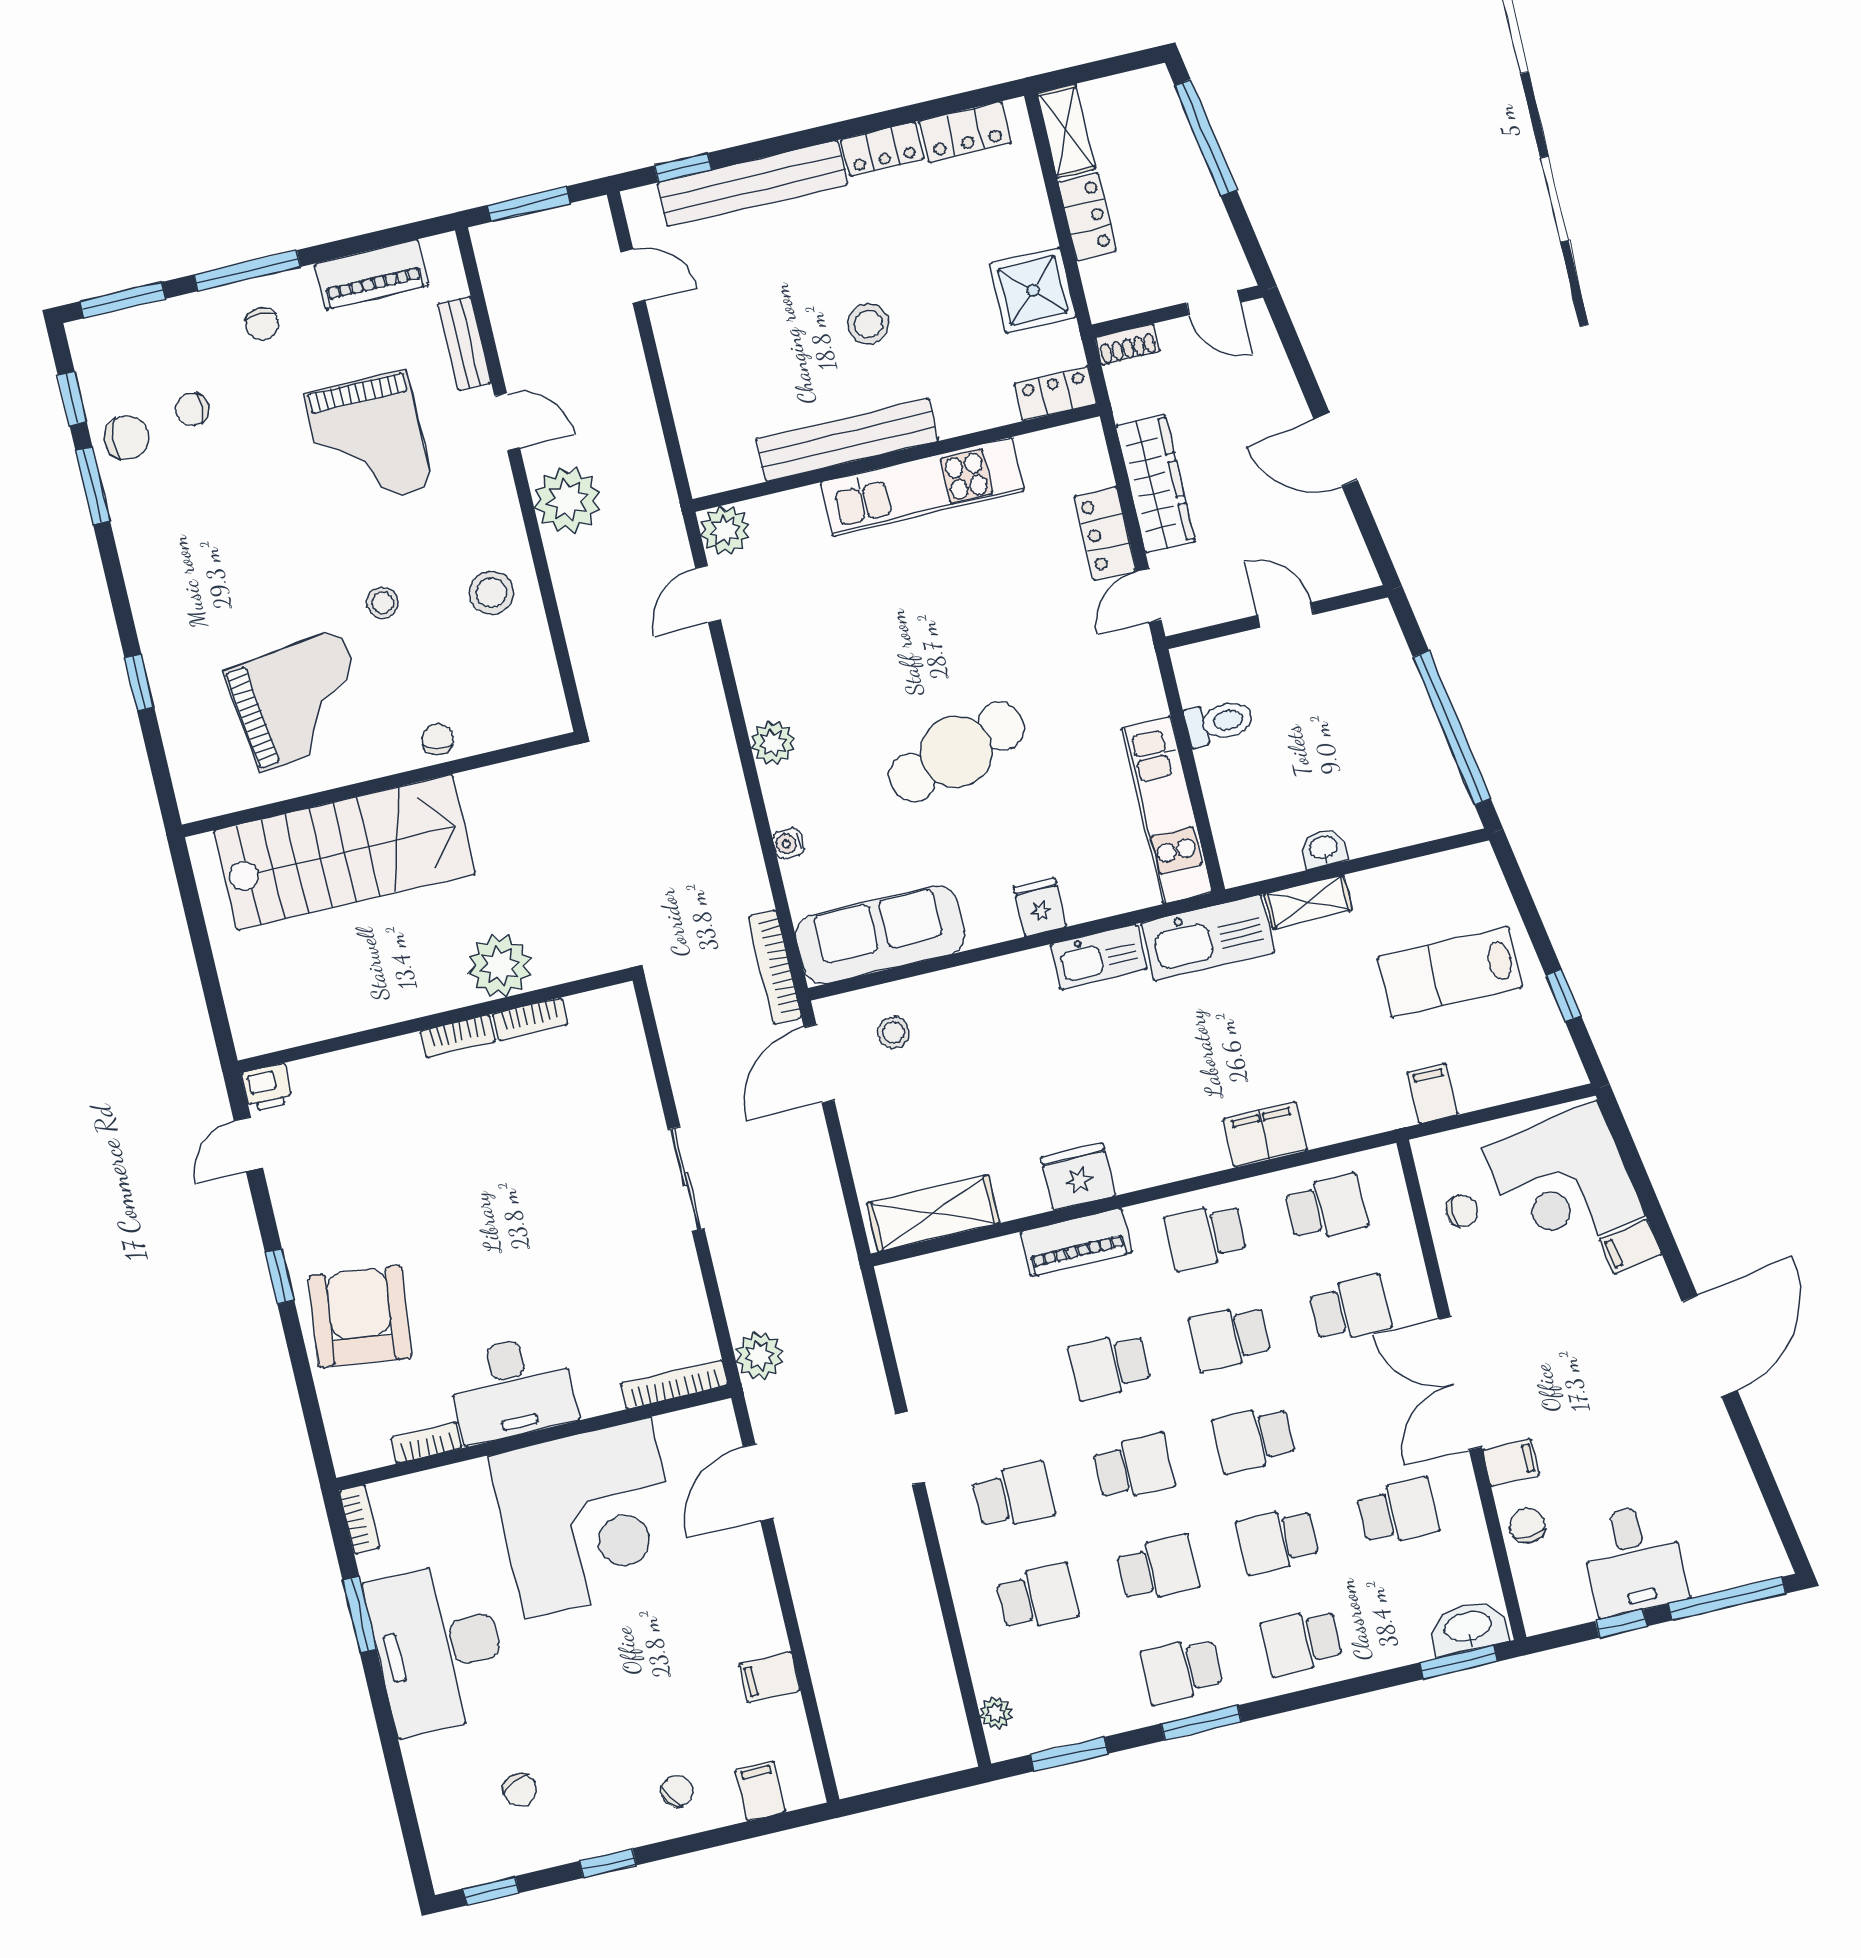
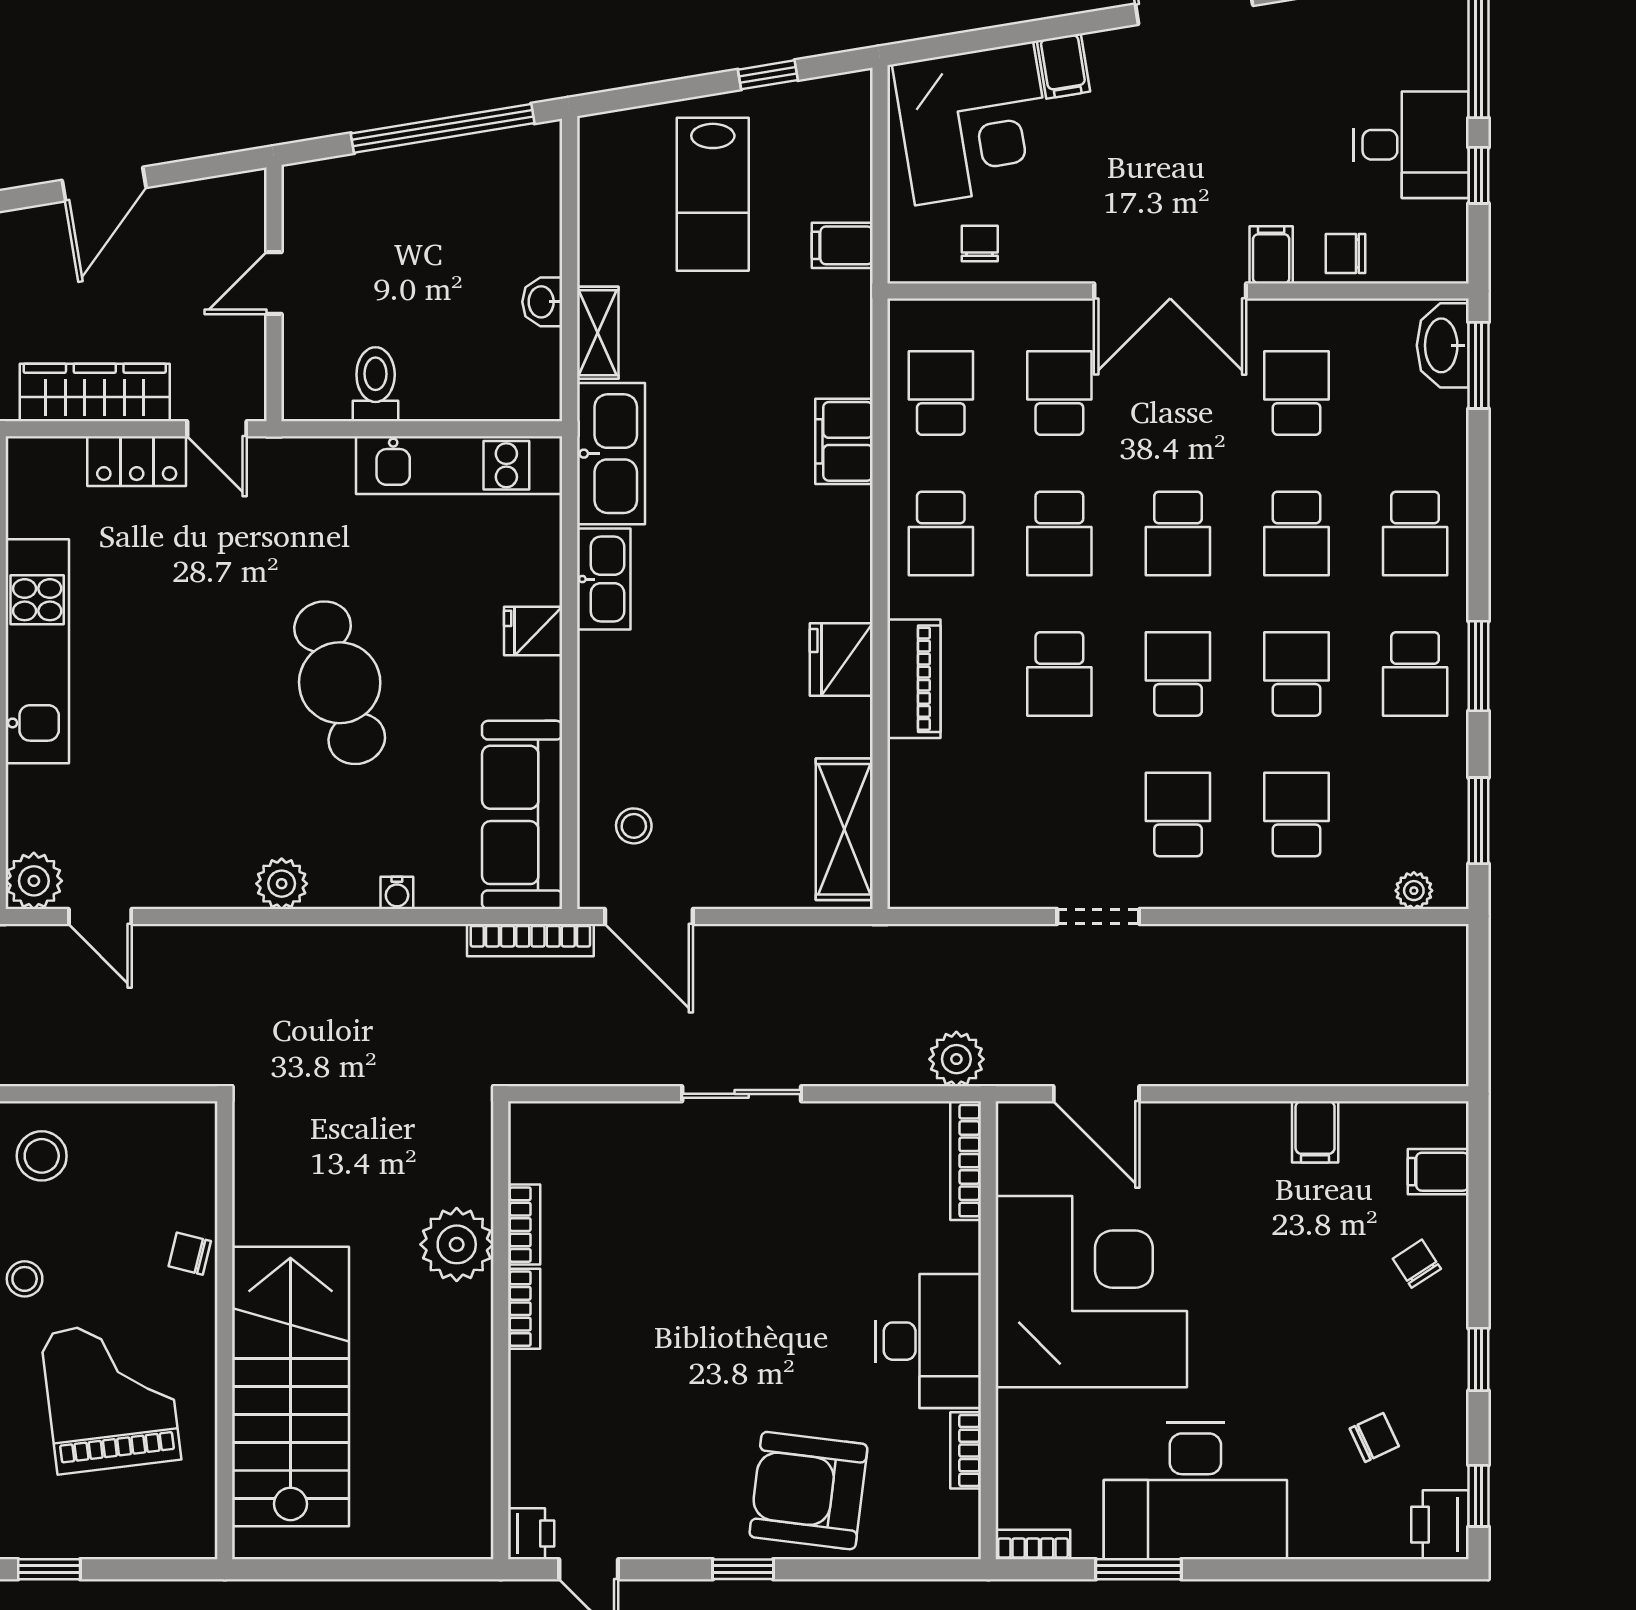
printer: (459, 1864) -> (1440, 1525), added

